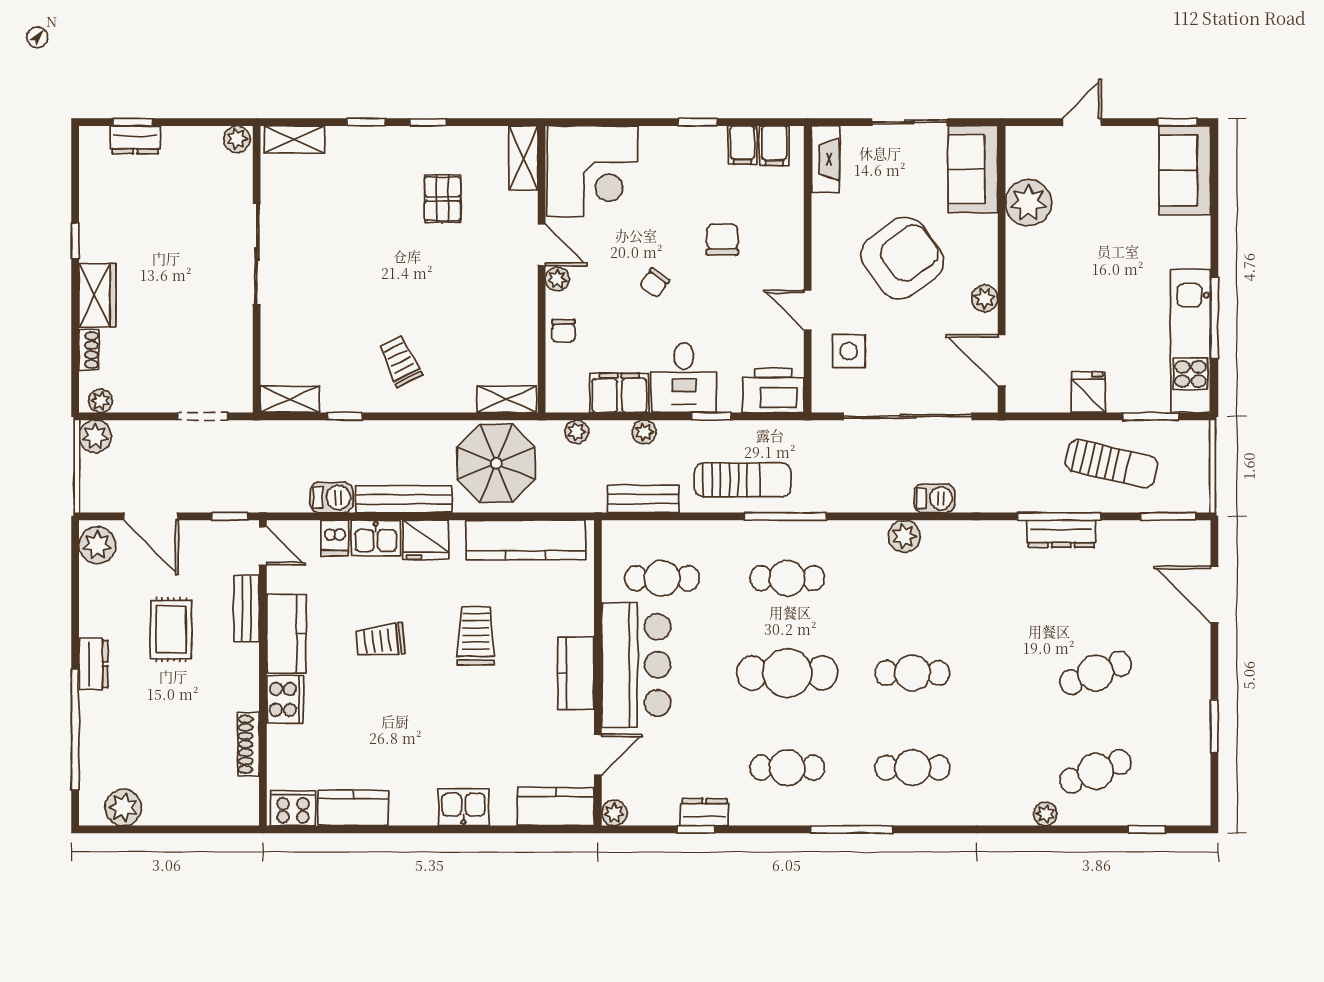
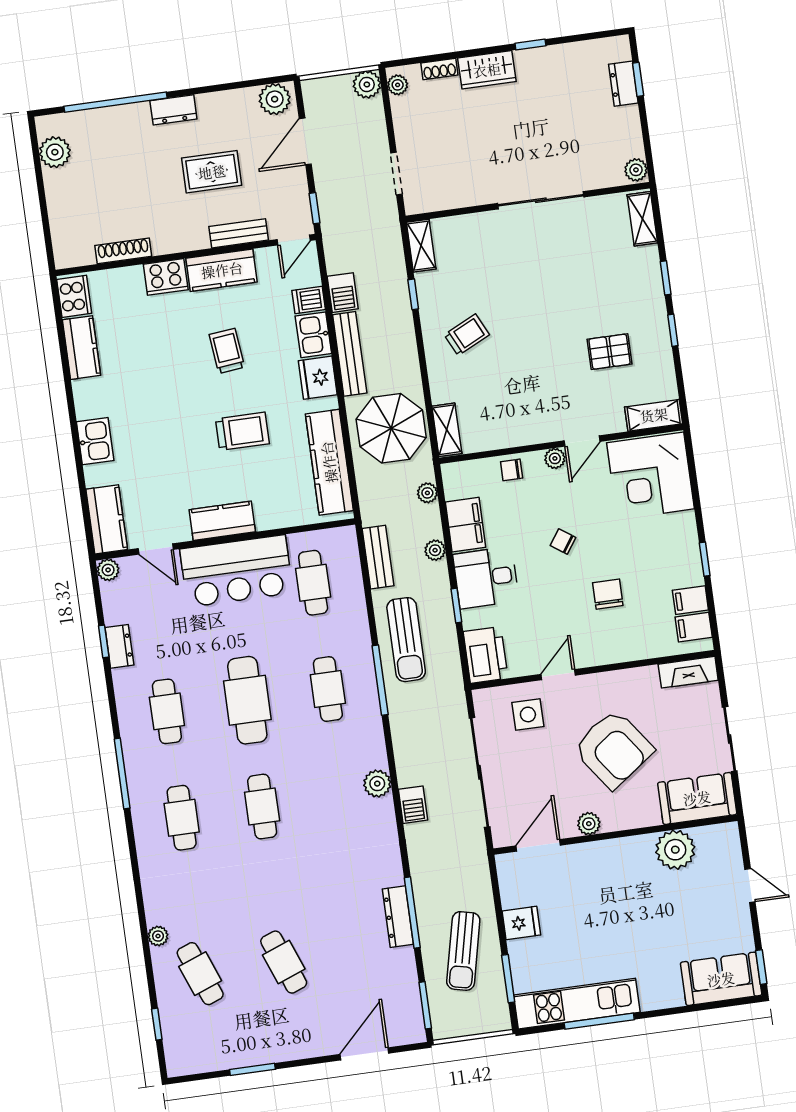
chair: (722, 240) -> (608, 594), turned -90

